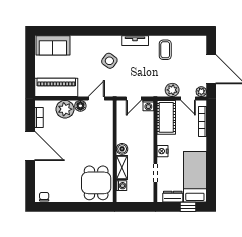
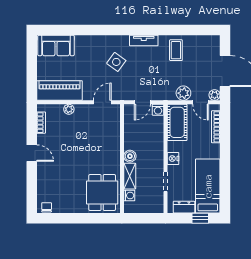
floor lamp: (80, 106) -> (85, 110), removed
plant: (65, 109) -> (69, 109), width x0.53, depth x0.53
door: (30, 146) -> (32, 153), width x0.53

